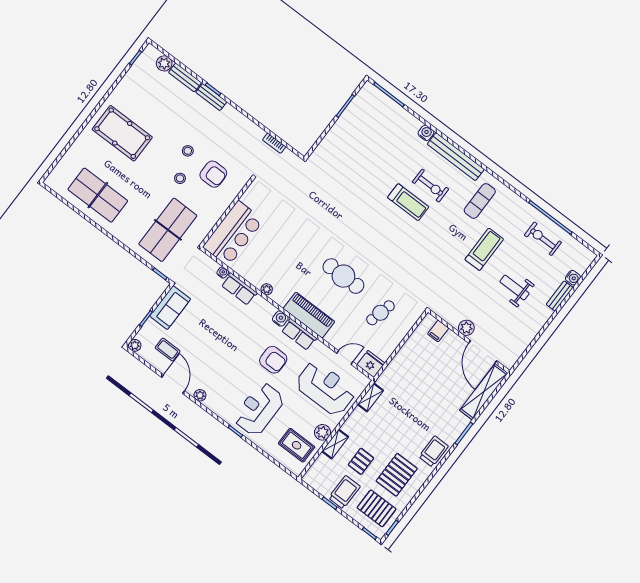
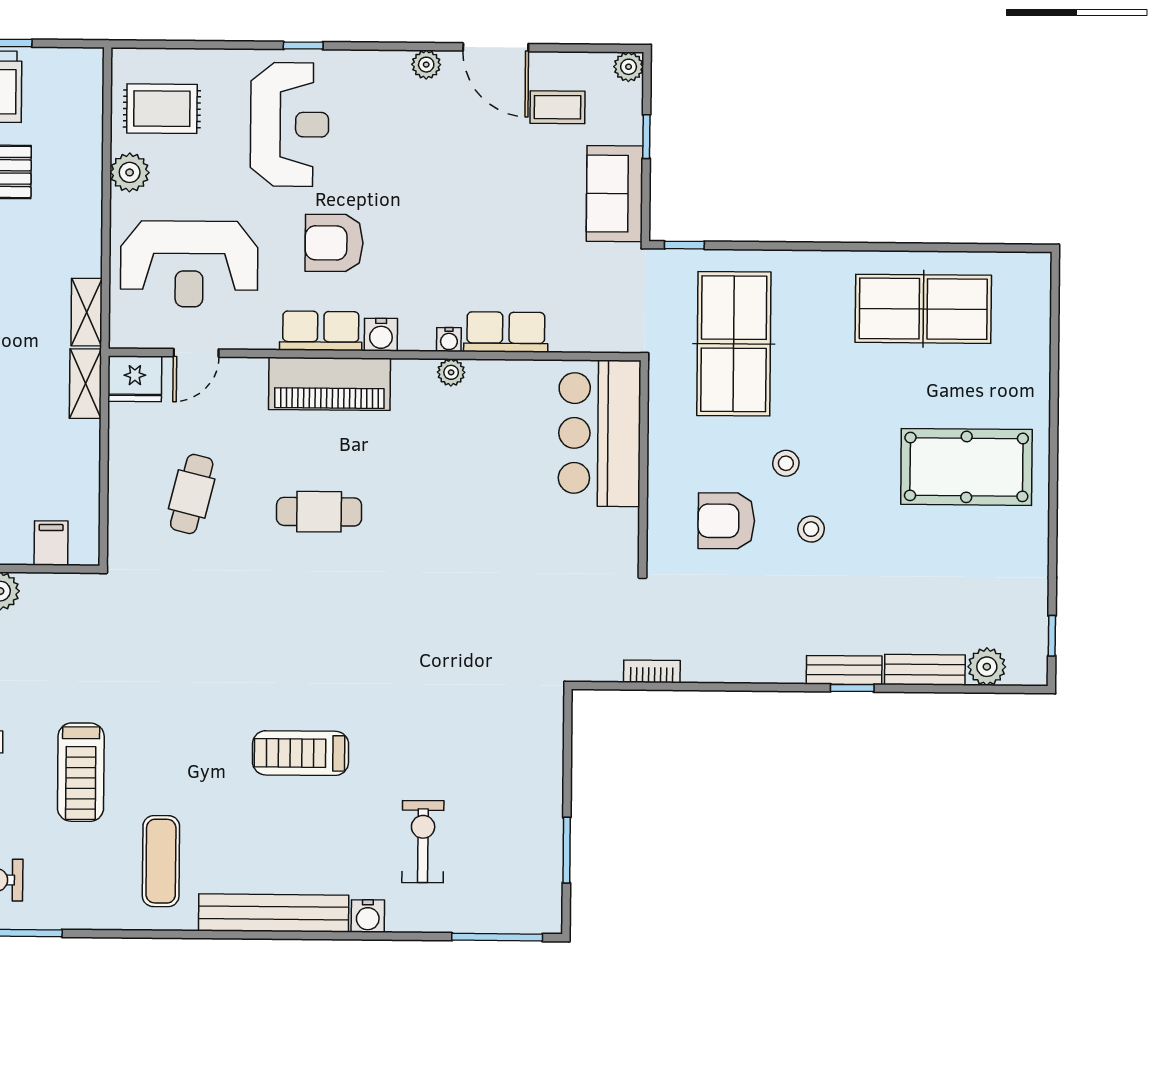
exercise bike: (430, 186) -> (423, 842), moved, turned 90
water cooler: (223, 272) -> (449, 340), moved
cafe table: (343, 276) -> (319, 512), width x0.73, depth x0.74
shelving: (335, 444) -> (85, 384), moved

